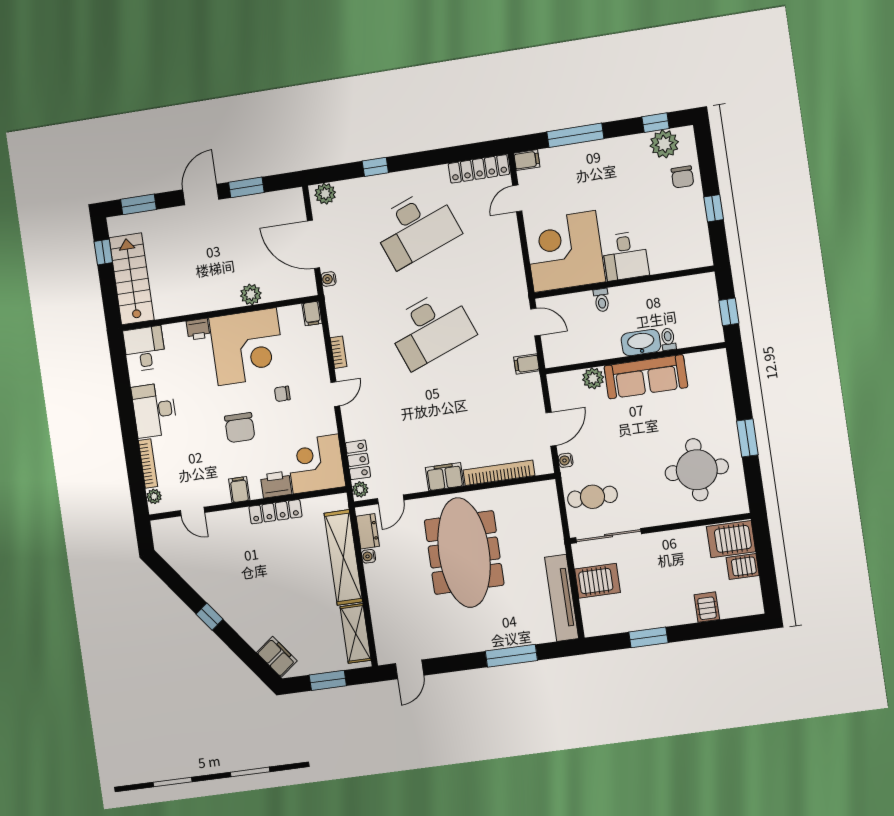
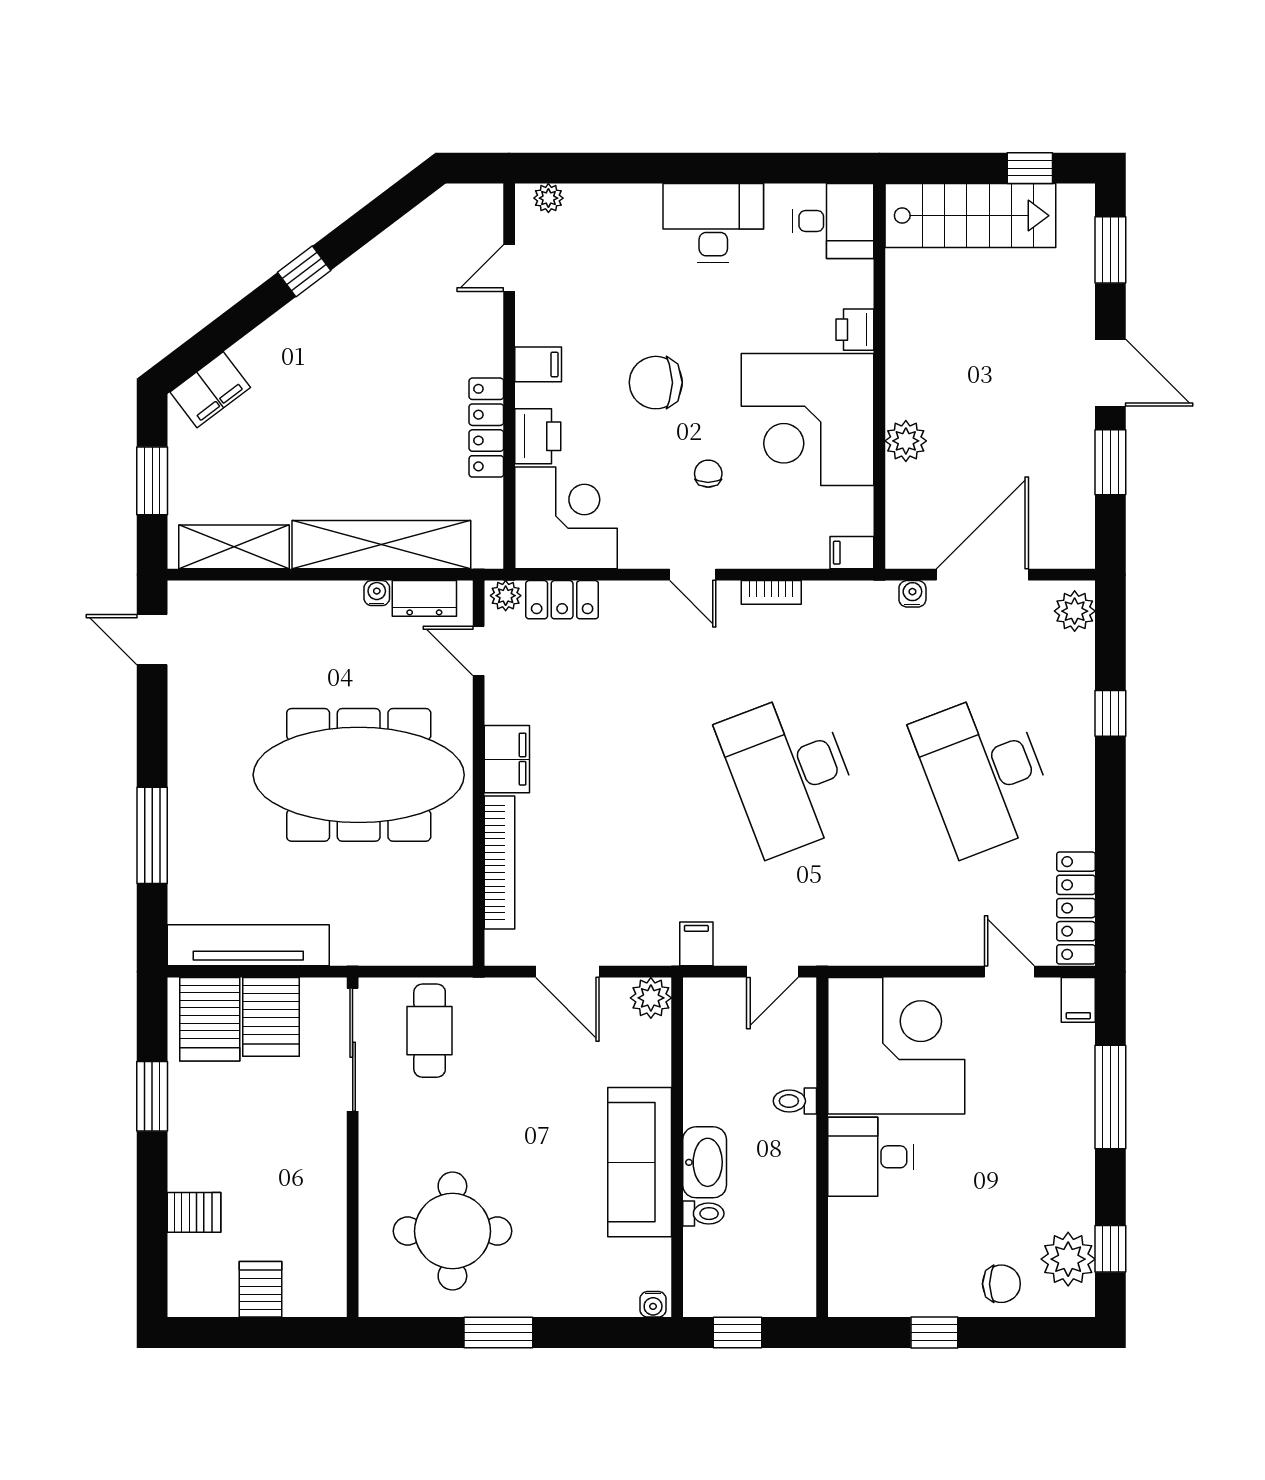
chair: (682, 177) -> (1001, 1284), turned 180
plant: (593, 378) -> (651, 998), moved
water cooler: (566, 460) -> (653, 1304), moved, turned 180
bookcase: (148, 463) -> (613, 195), removed
server rack: (731, 539) -> (210, 1019), moved, turned 180

